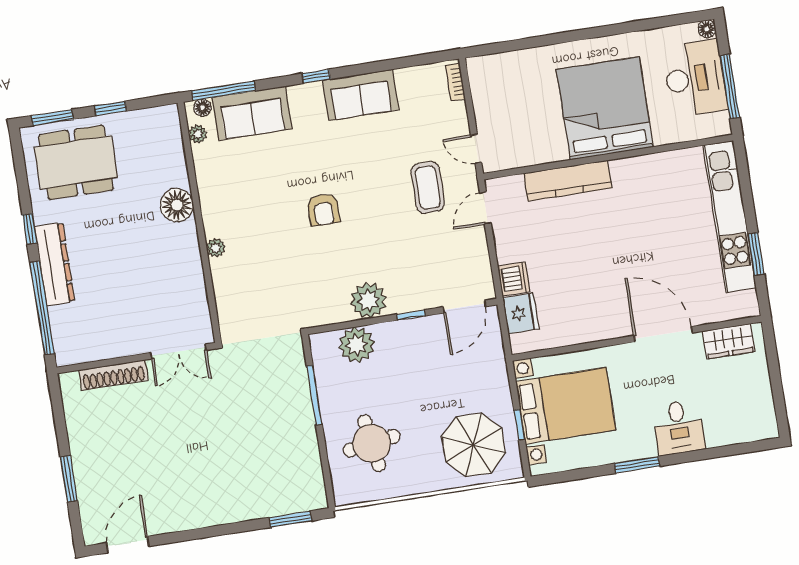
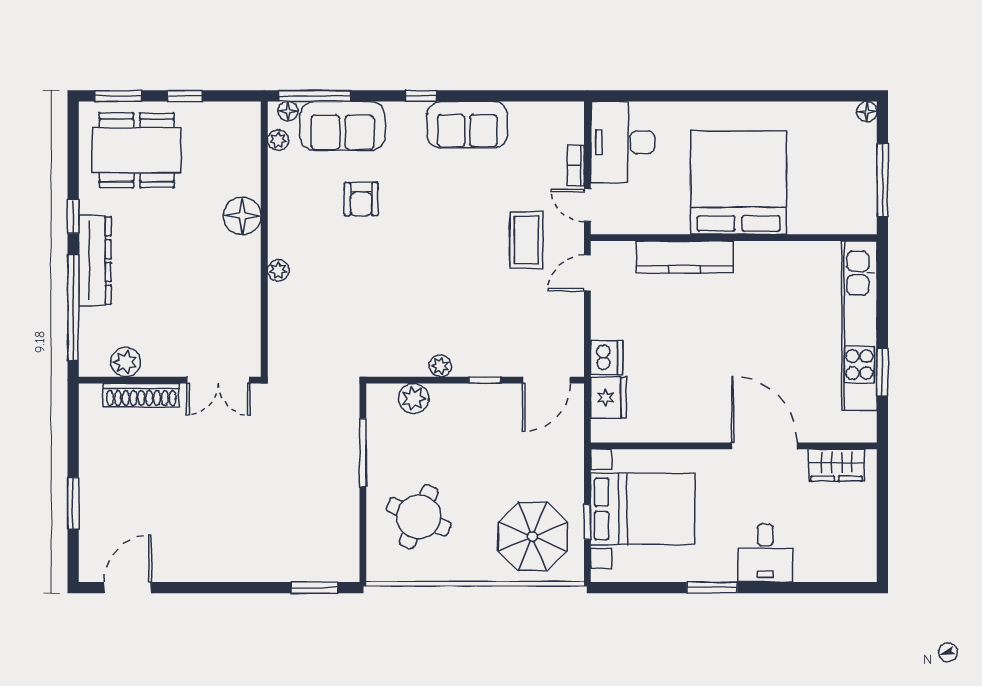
desk: (695, 78) -> (623, 142), moved, turned 180
bookcase: (455, 82) -> (576, 165), moved
armchair: (324, 210) -> (361, 199), moved
plant: (369, 300) -> (440, 366), width x0.53, depth x0.53
plant: (357, 345) -> (414, 398), width x0.73, depth x0.73
plant: (95, 348) -> (125, 362), added
round table: (372, 443) -> (419, 517), turned 33

